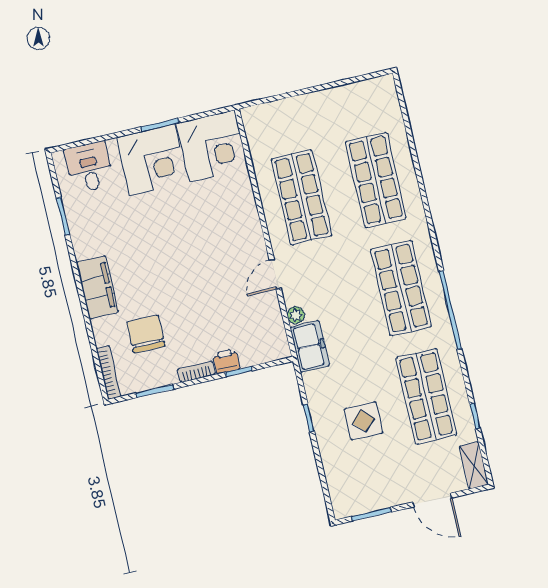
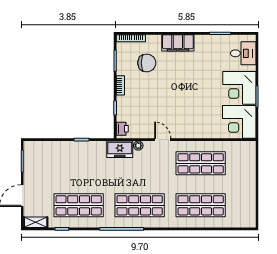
printer: (226, 361) -> (122, 129), moved
display table: (363, 421) -> (73, 169), removed

